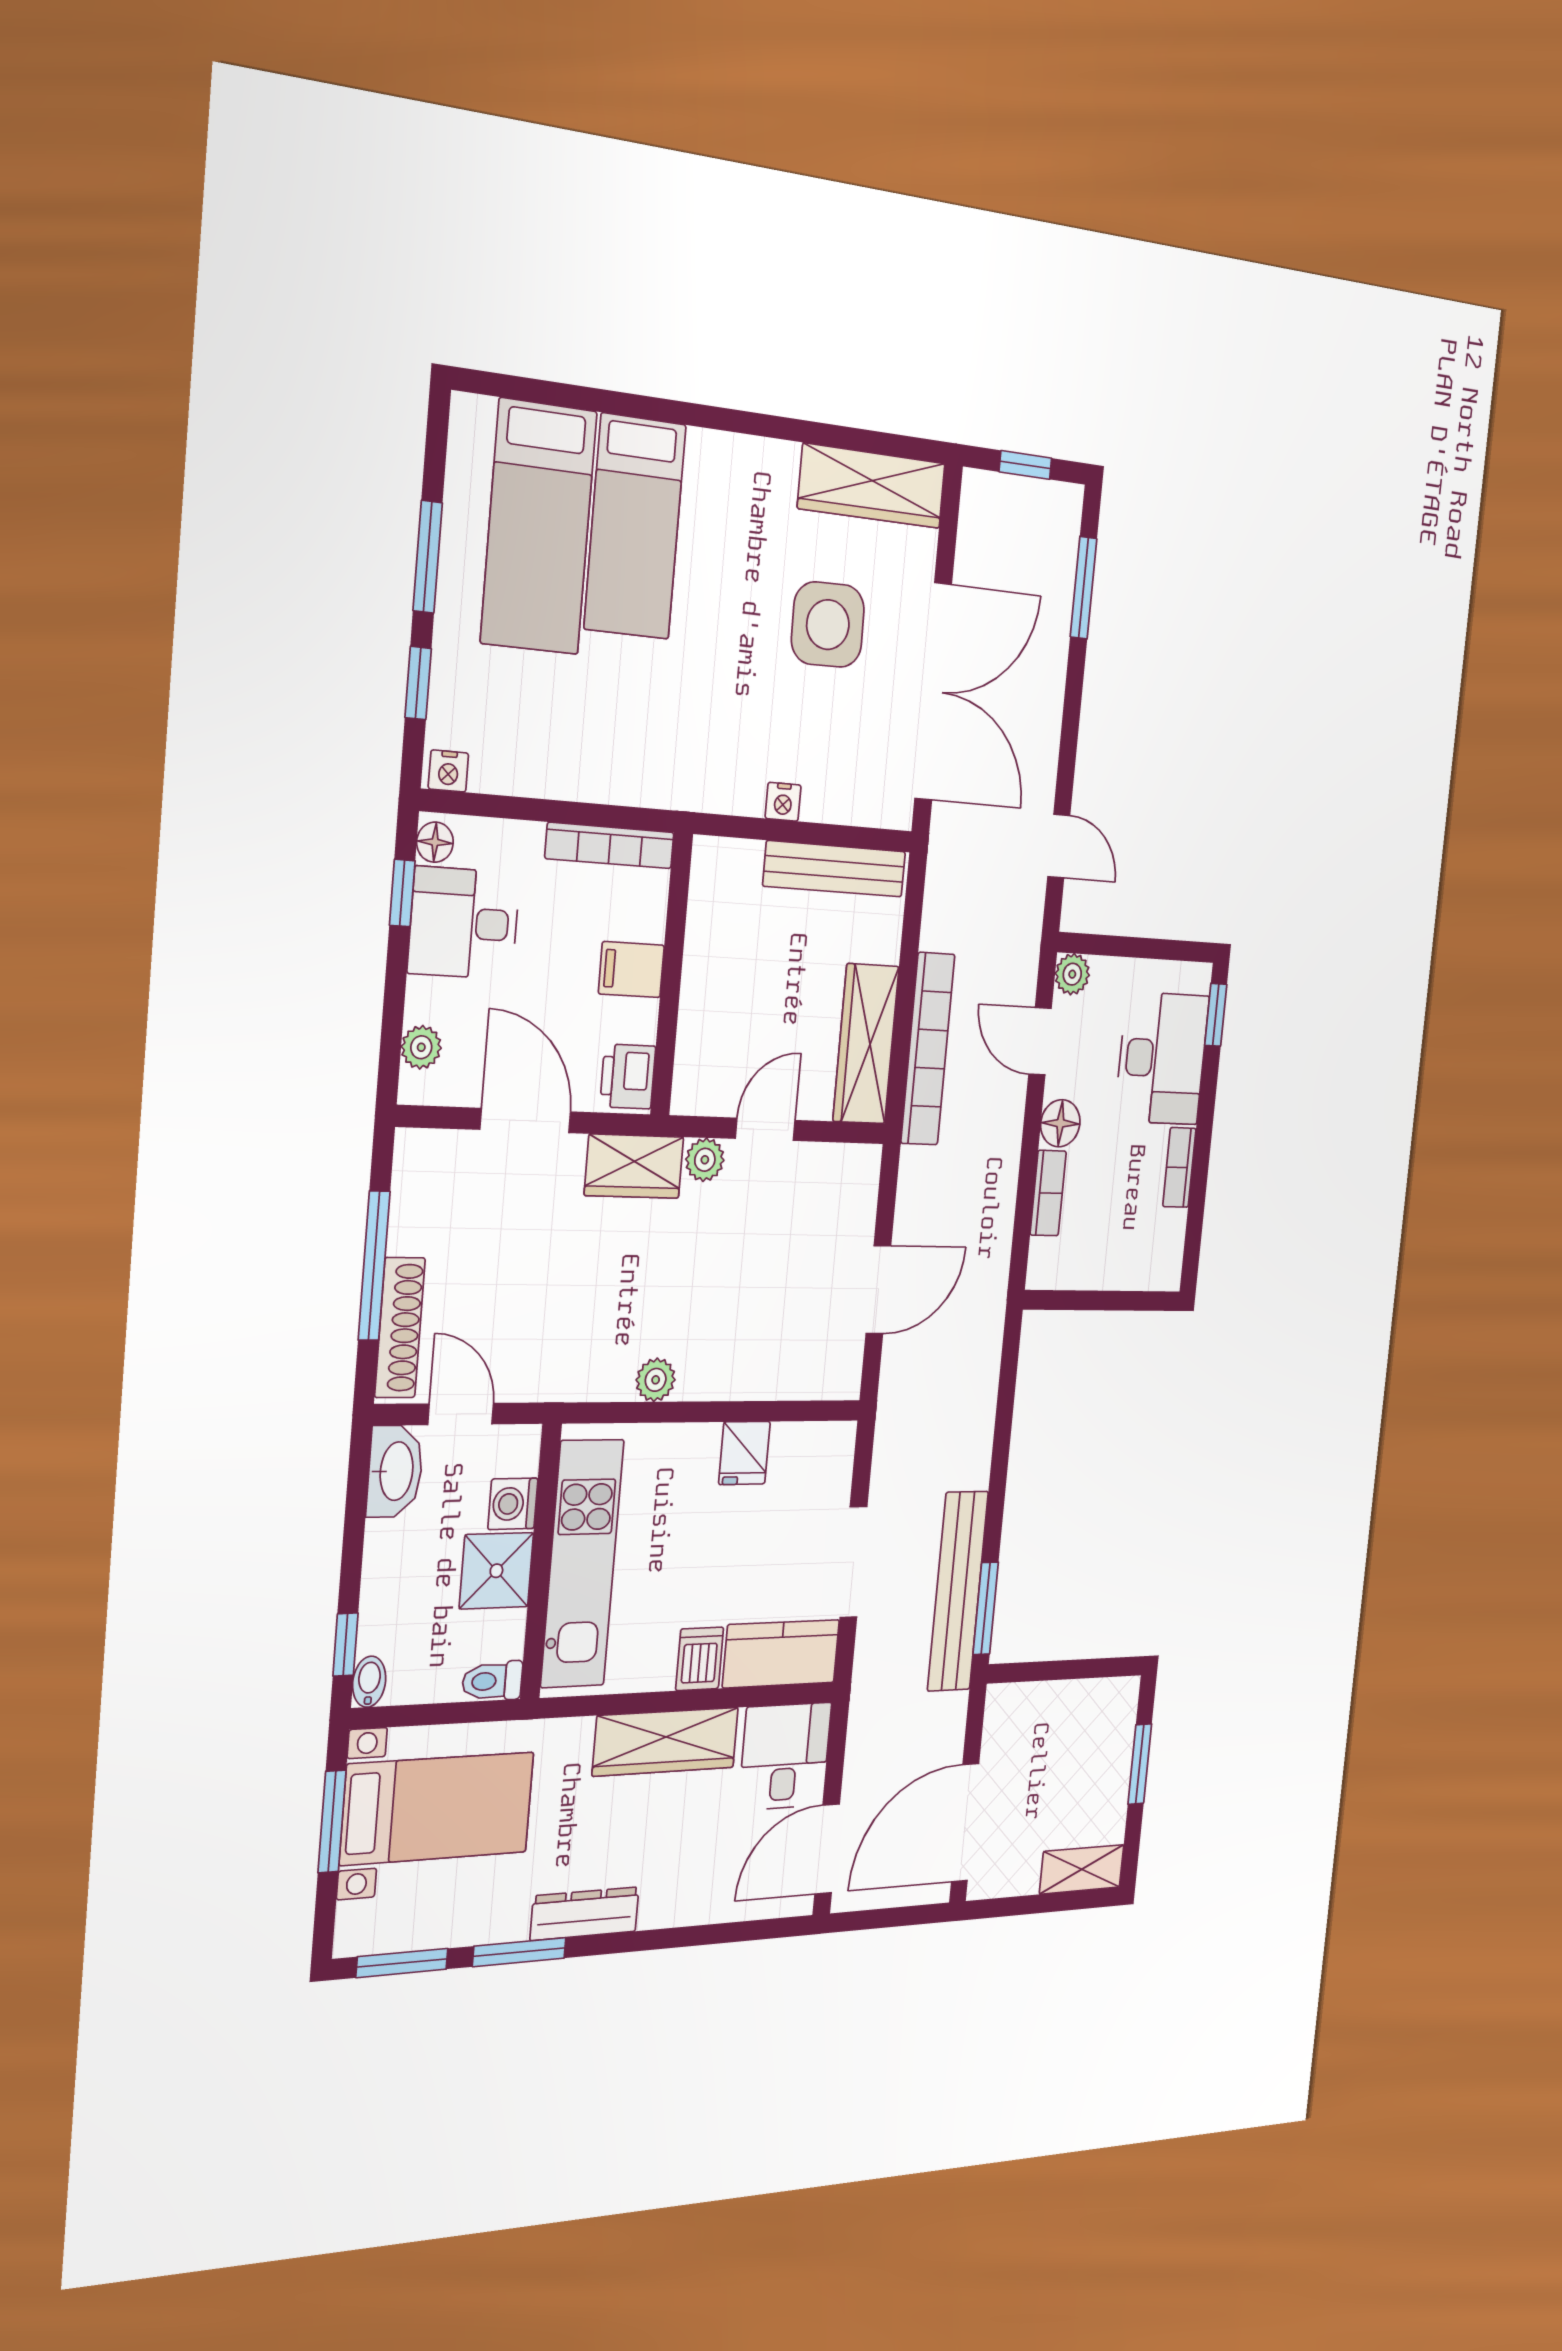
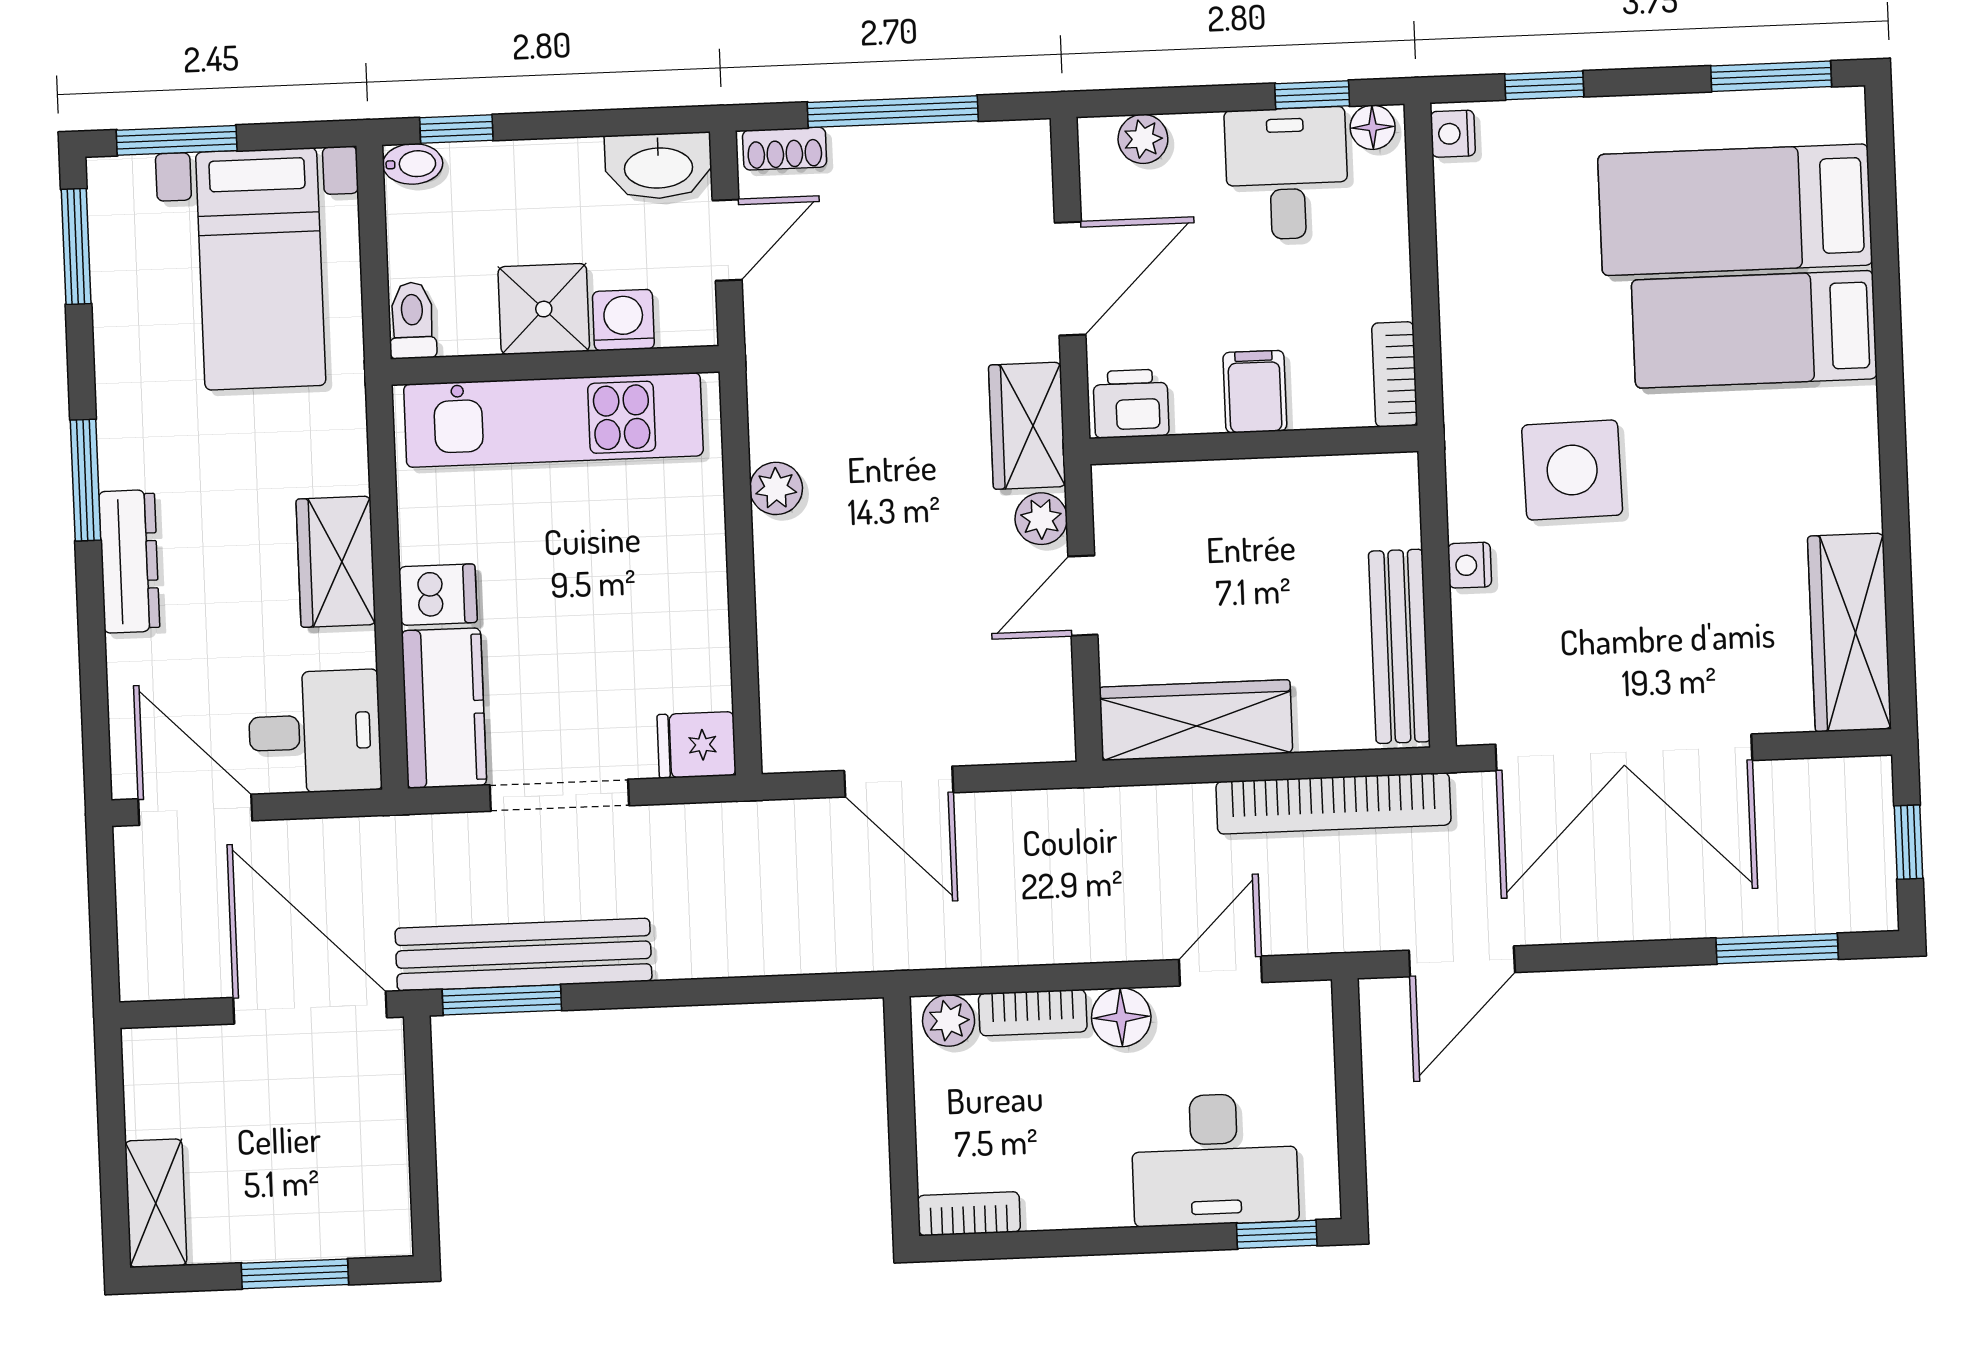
window: (428, 557) -> (1771, 76), moved
side table: (828, 625) -> (1572, 470), moved
bookcase: (610, 845) -> (1395, 374), width x0.64
door: (1059, 846) -> (1462, 961), width x1.38
plant: (1072, 974) -> (949, 1020), moved
bookcase: (928, 1049) -> (1333, 803), moved
door: (765, 1129) -> (1083, 596), swing flipped
bookcase: (1179, 1167) -> (969, 1214), moved
shoe rack: (400, 1328) -> (785, 149), width x0.51, depth x0.81
fridge: (744, 1453) -> (696, 745), moved
wardrobe: (666, 1742) -> (336, 562), width x0.67
window: (332, 1822) -> (177, 140), moved
door: (965, 1823) -> (310, 1008), moved
dresser: (585, 1914) -> (129, 561), moved
window: (519, 1952) -> (85, 480), moved

